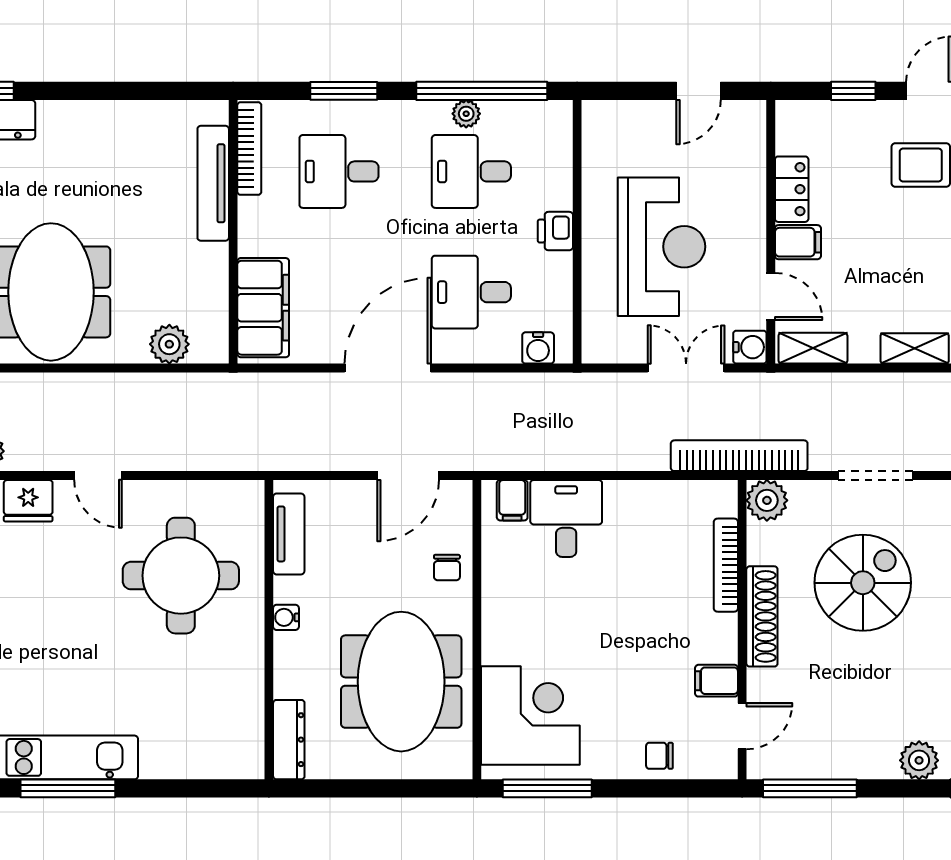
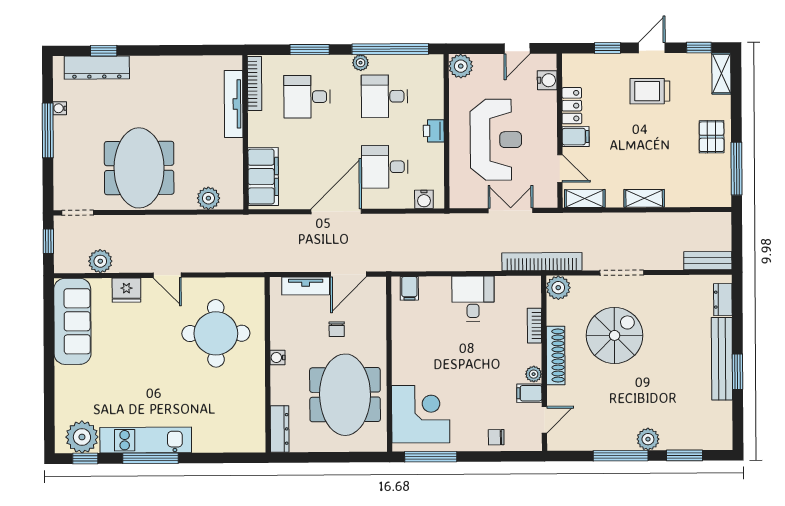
plant: (466, 114) -> (361, 63), moved
plant: (602, 120) -> (461, 66), added
water cooler: (750, 347) -> (547, 80), moved
desk: (566, 518) -> (473, 299), moved
tv unit: (289, 534) -> (306, 286), moved, turned 90
bookcase: (726, 565) -> (534, 326), width x0.64
chair: (447, 568) -> (337, 329), moved
plant: (724, 648) -> (534, 374), added
window: (810, 788) -> (621, 456), moved

